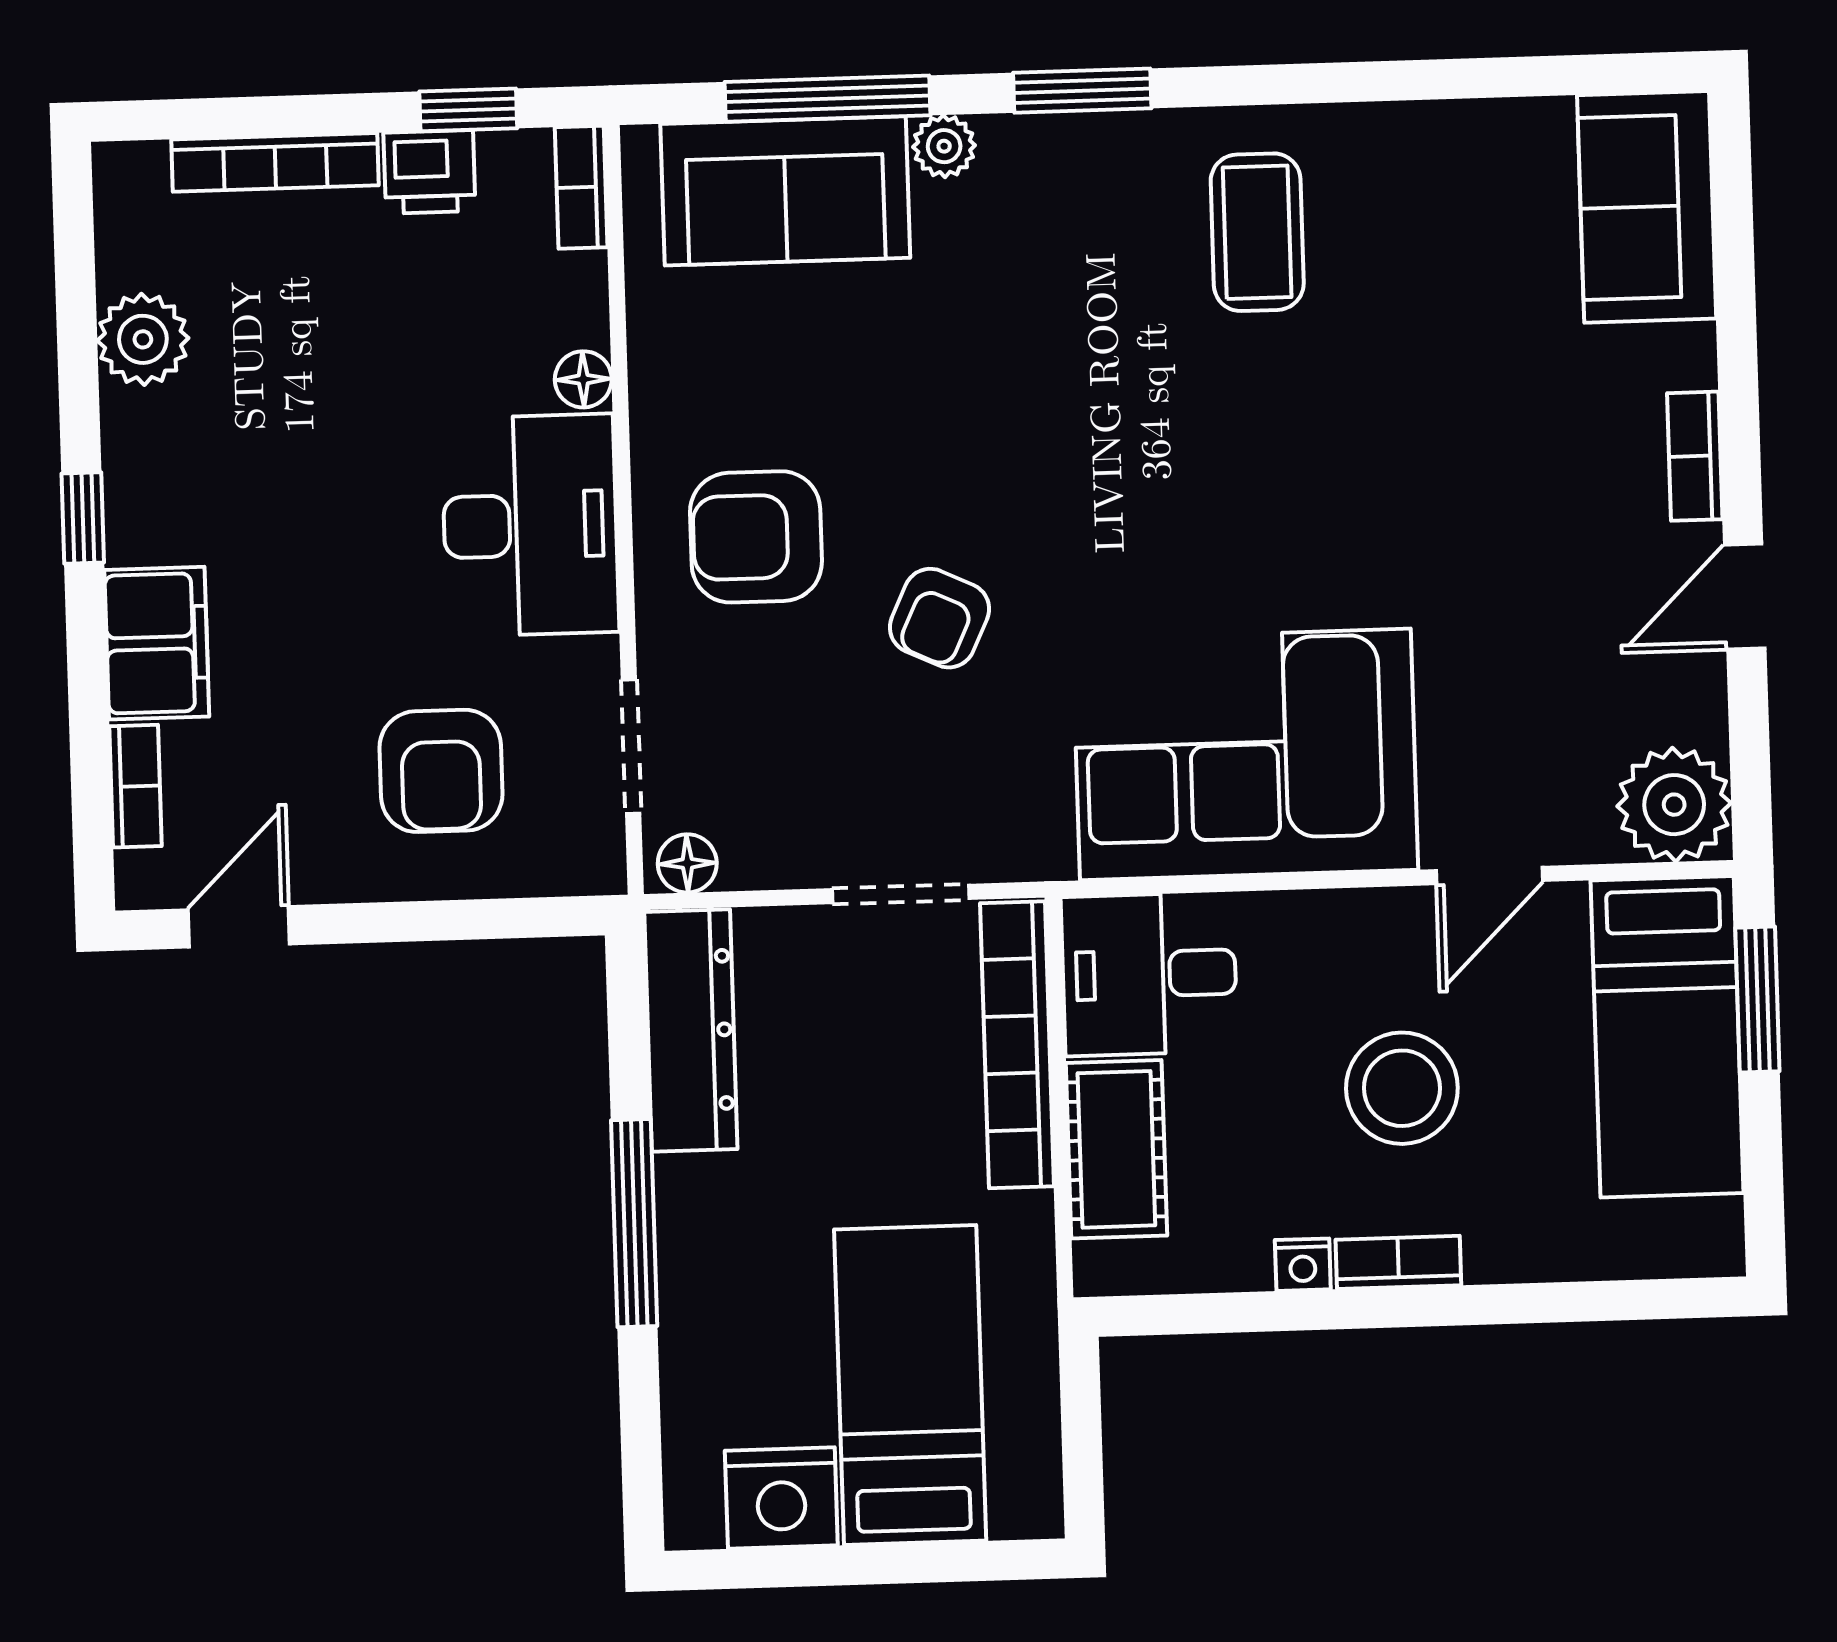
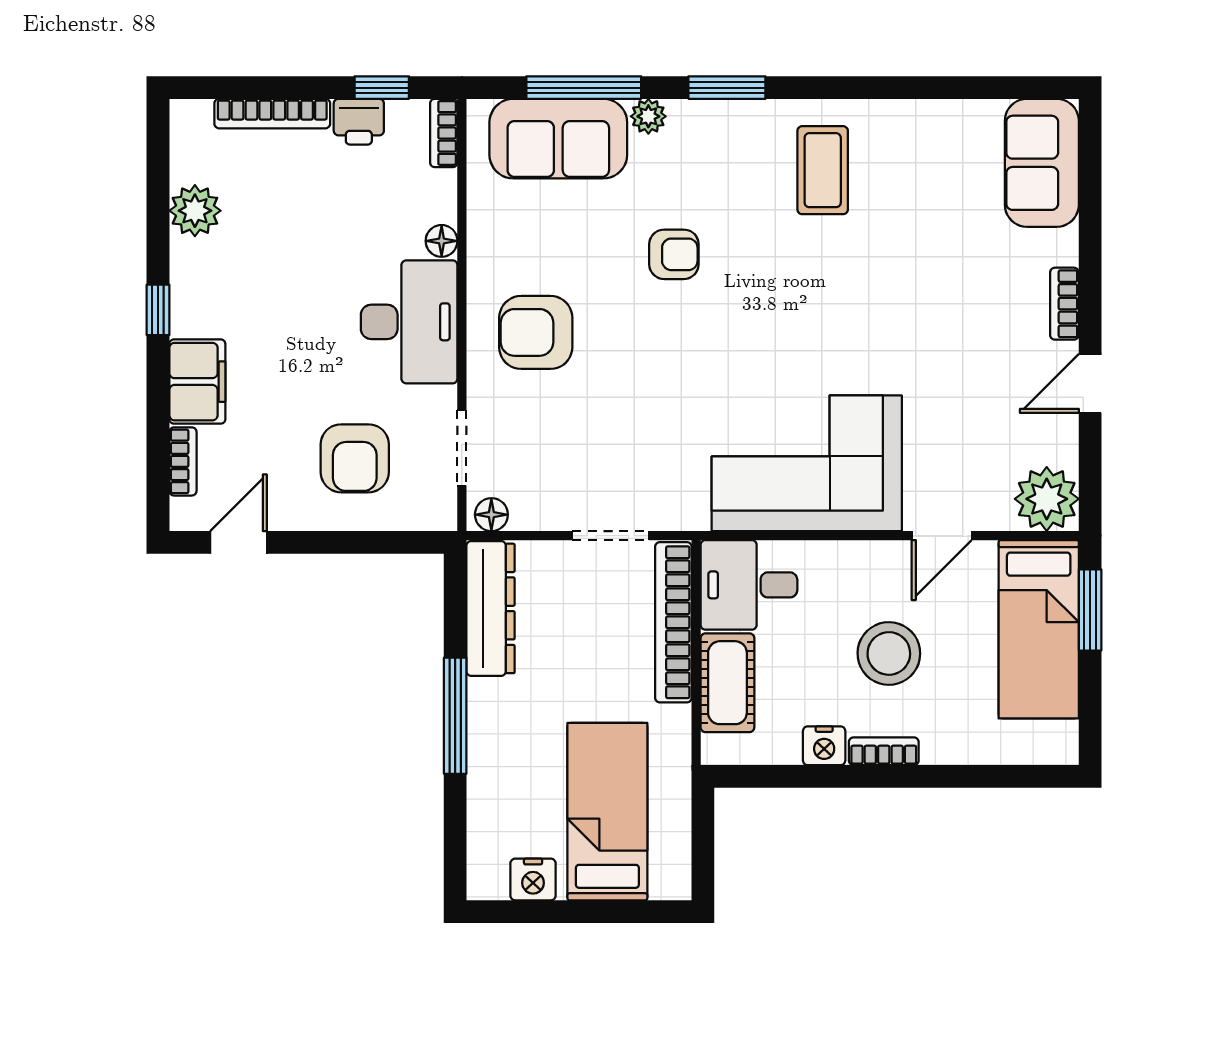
armchair: (939, 618) -> (674, 254), moved, turned -115
nightstand: (1303, 1265) -> (824, 746), width x1.39, depth x1.35
nightstand: (781, 1498) -> (533, 879), width x0.74, depth x0.75

